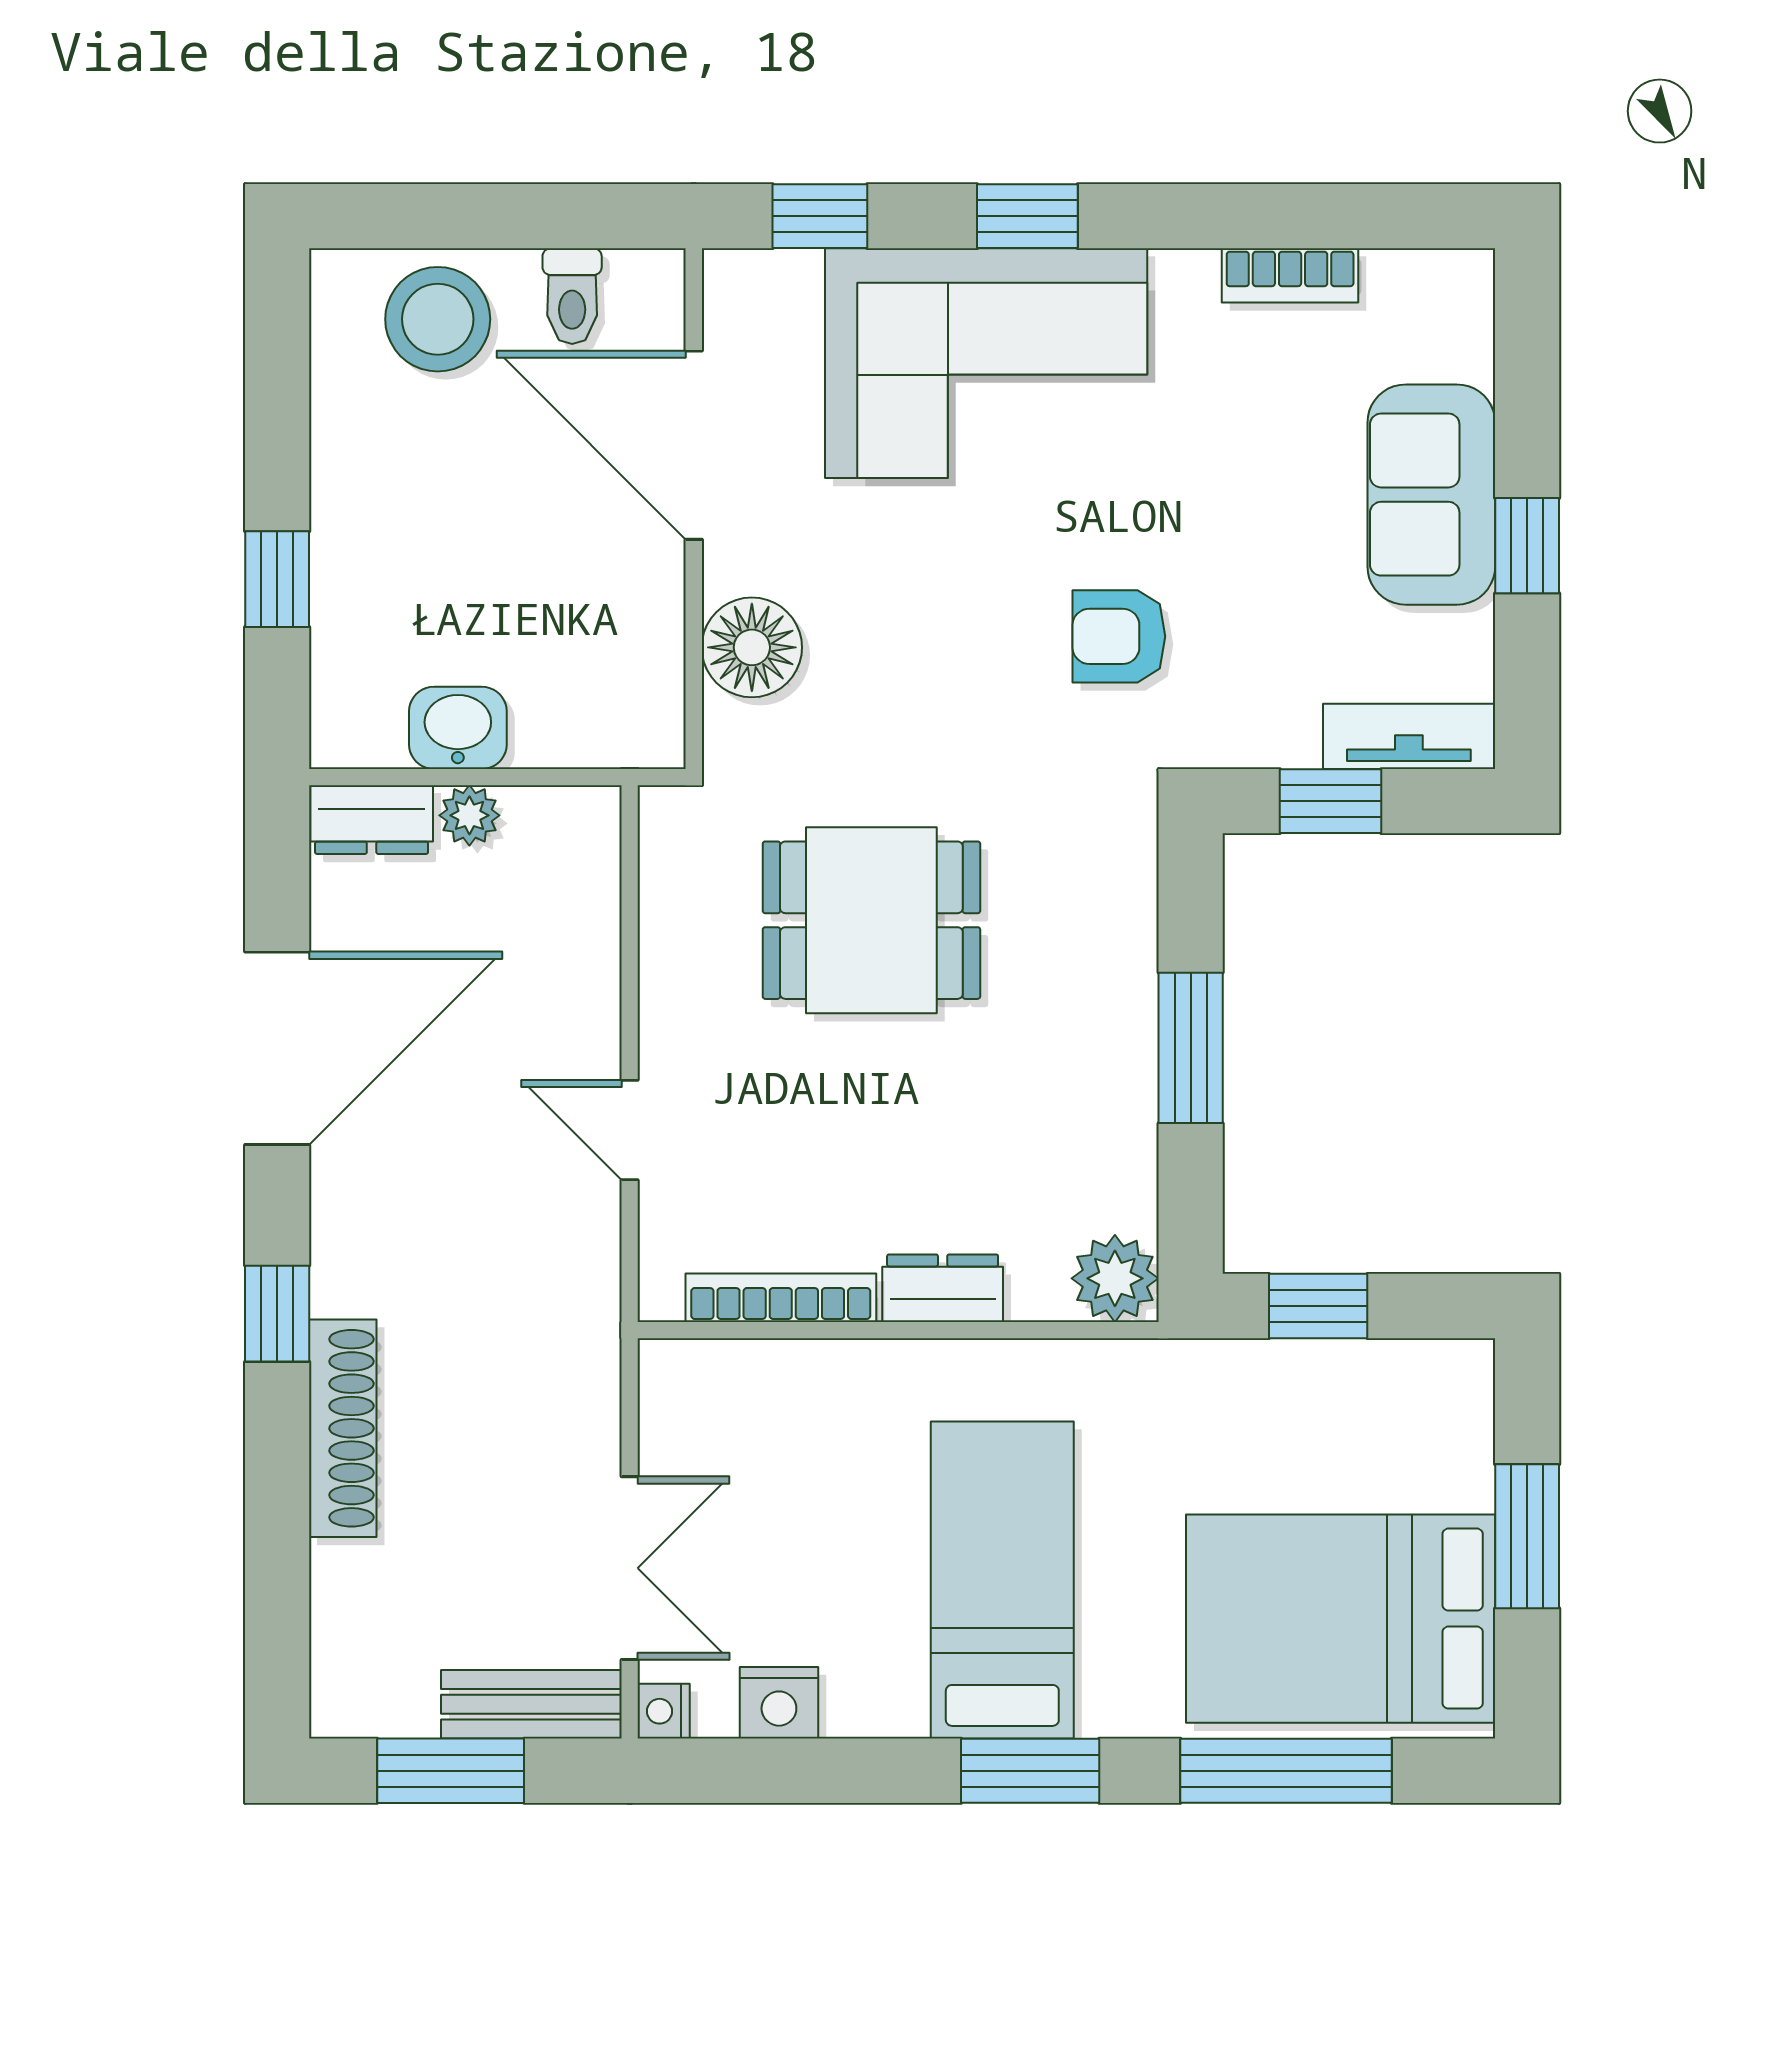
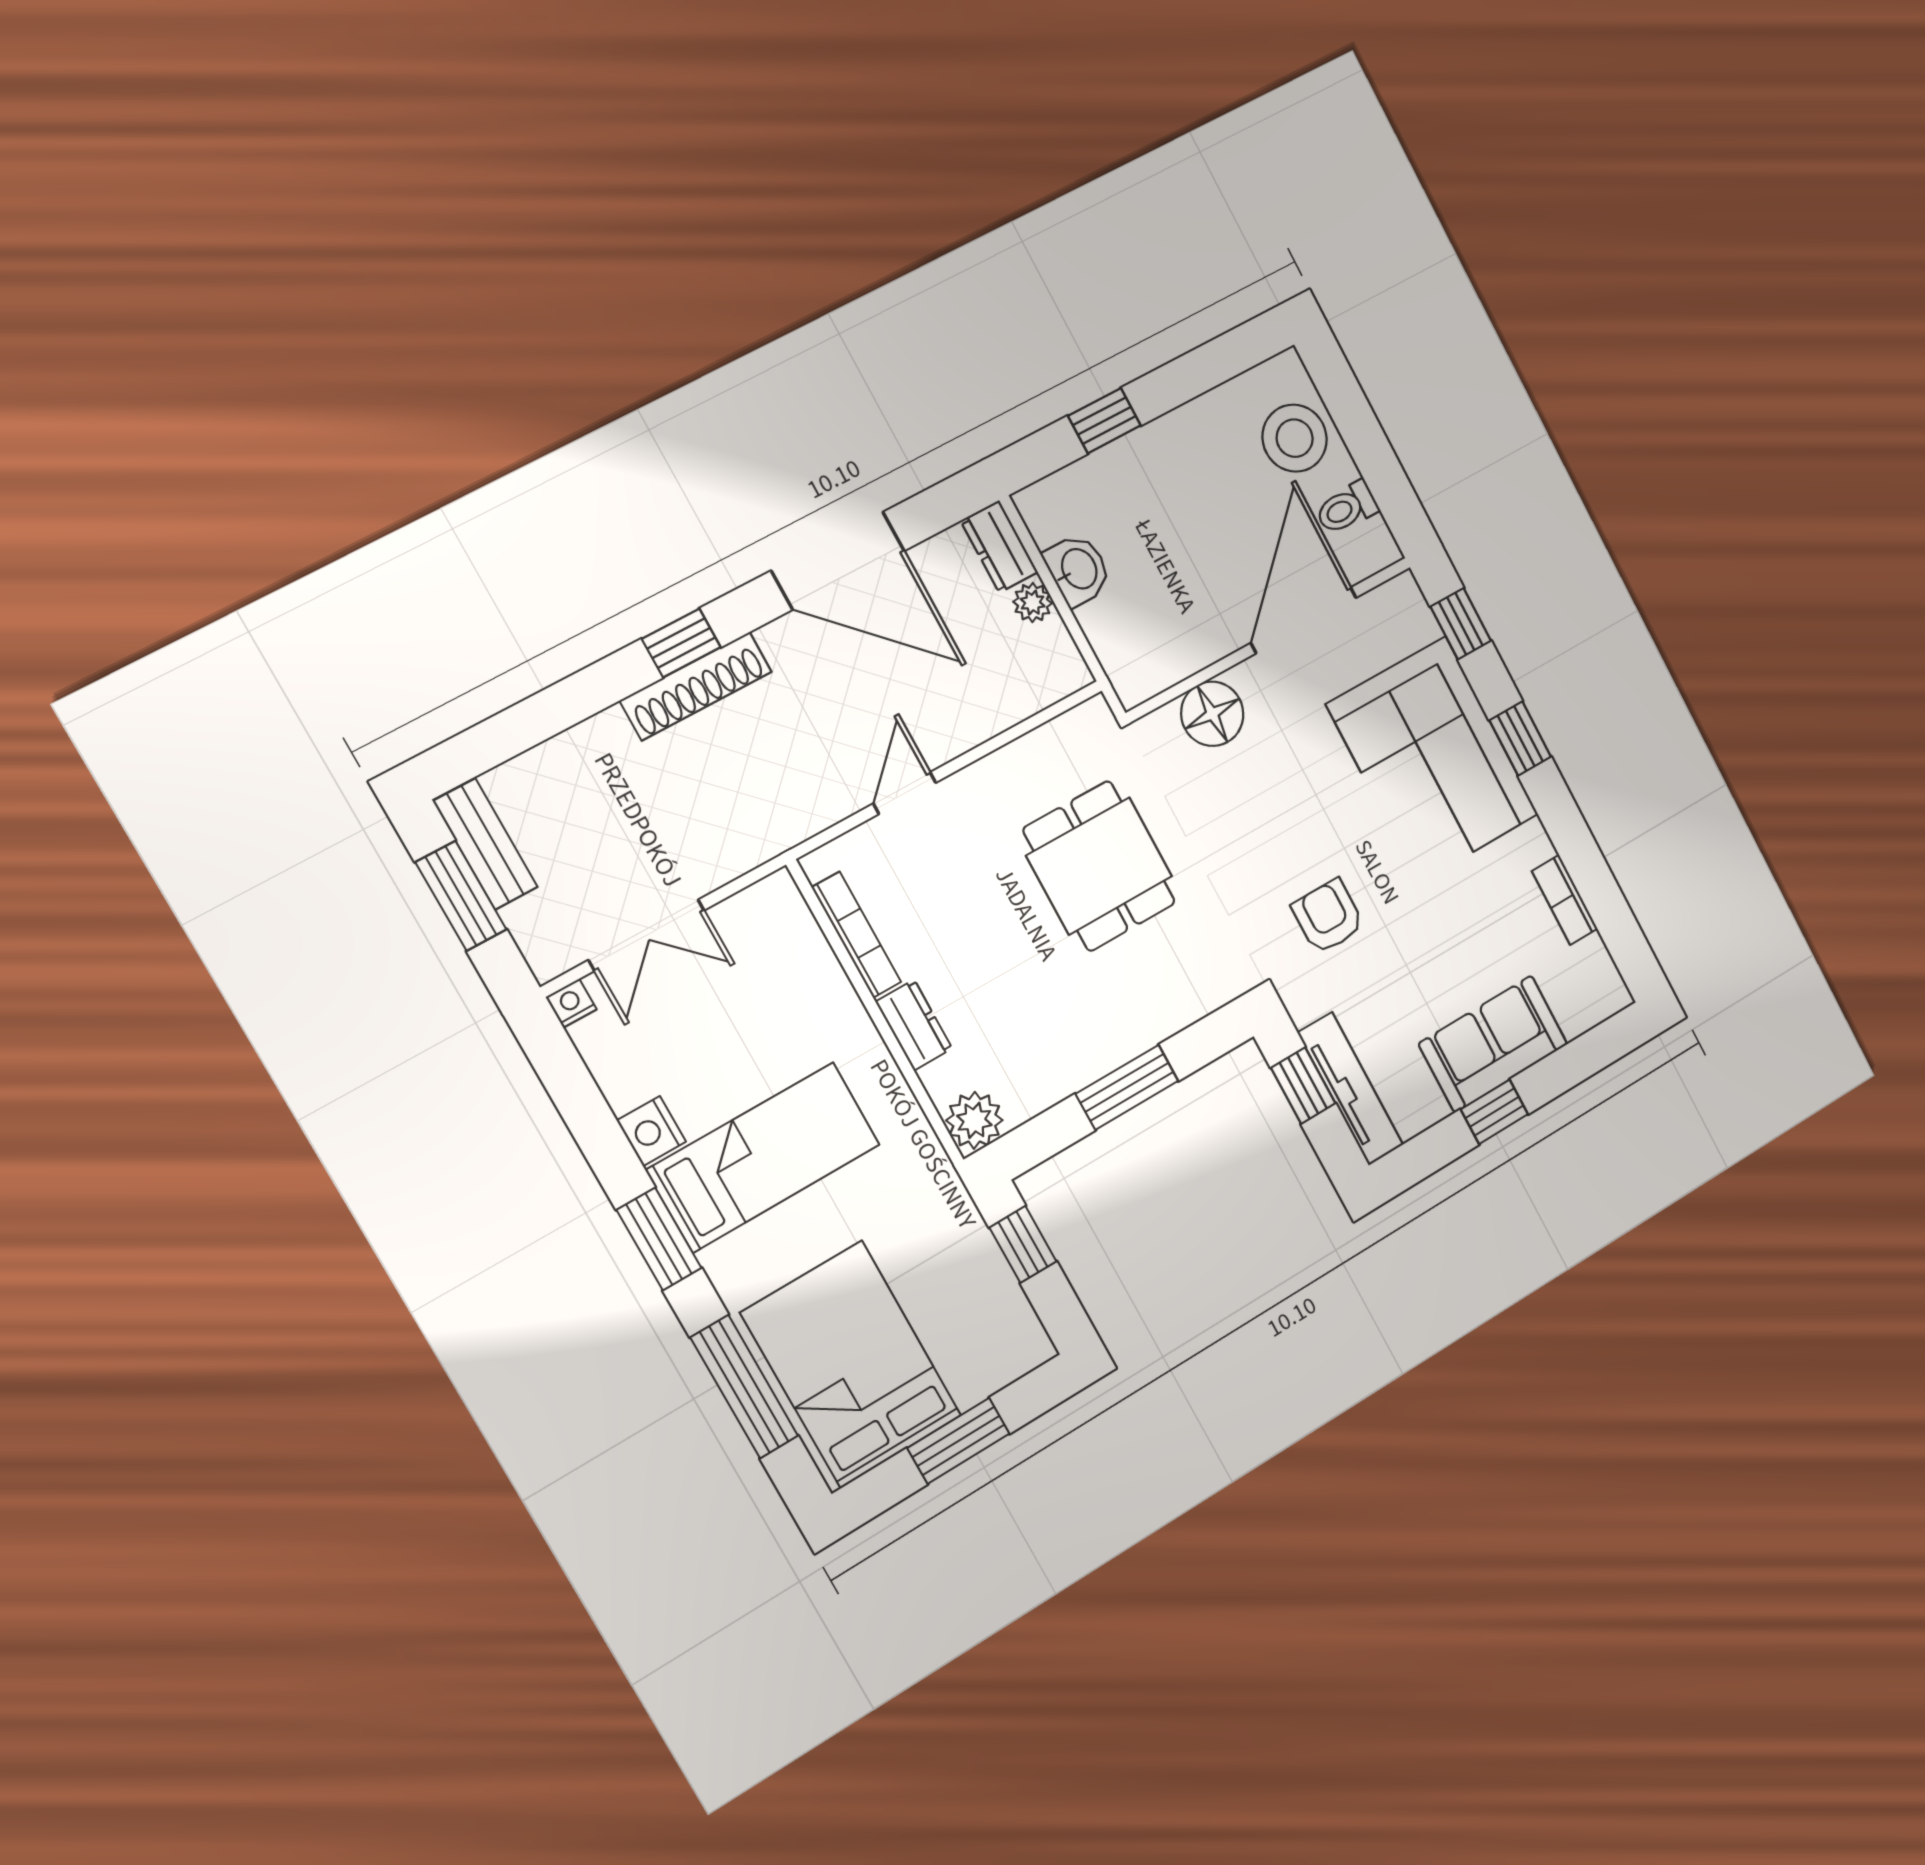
tv unit: (1409, 736) -> (1350, 1089), width x1.41
shoe rack: (343, 1428) -> (696, 686), moved
nightstand: (779, 1703) -> (651, 1131), moved
bench: (531, 1704) -> (485, 844), moved

